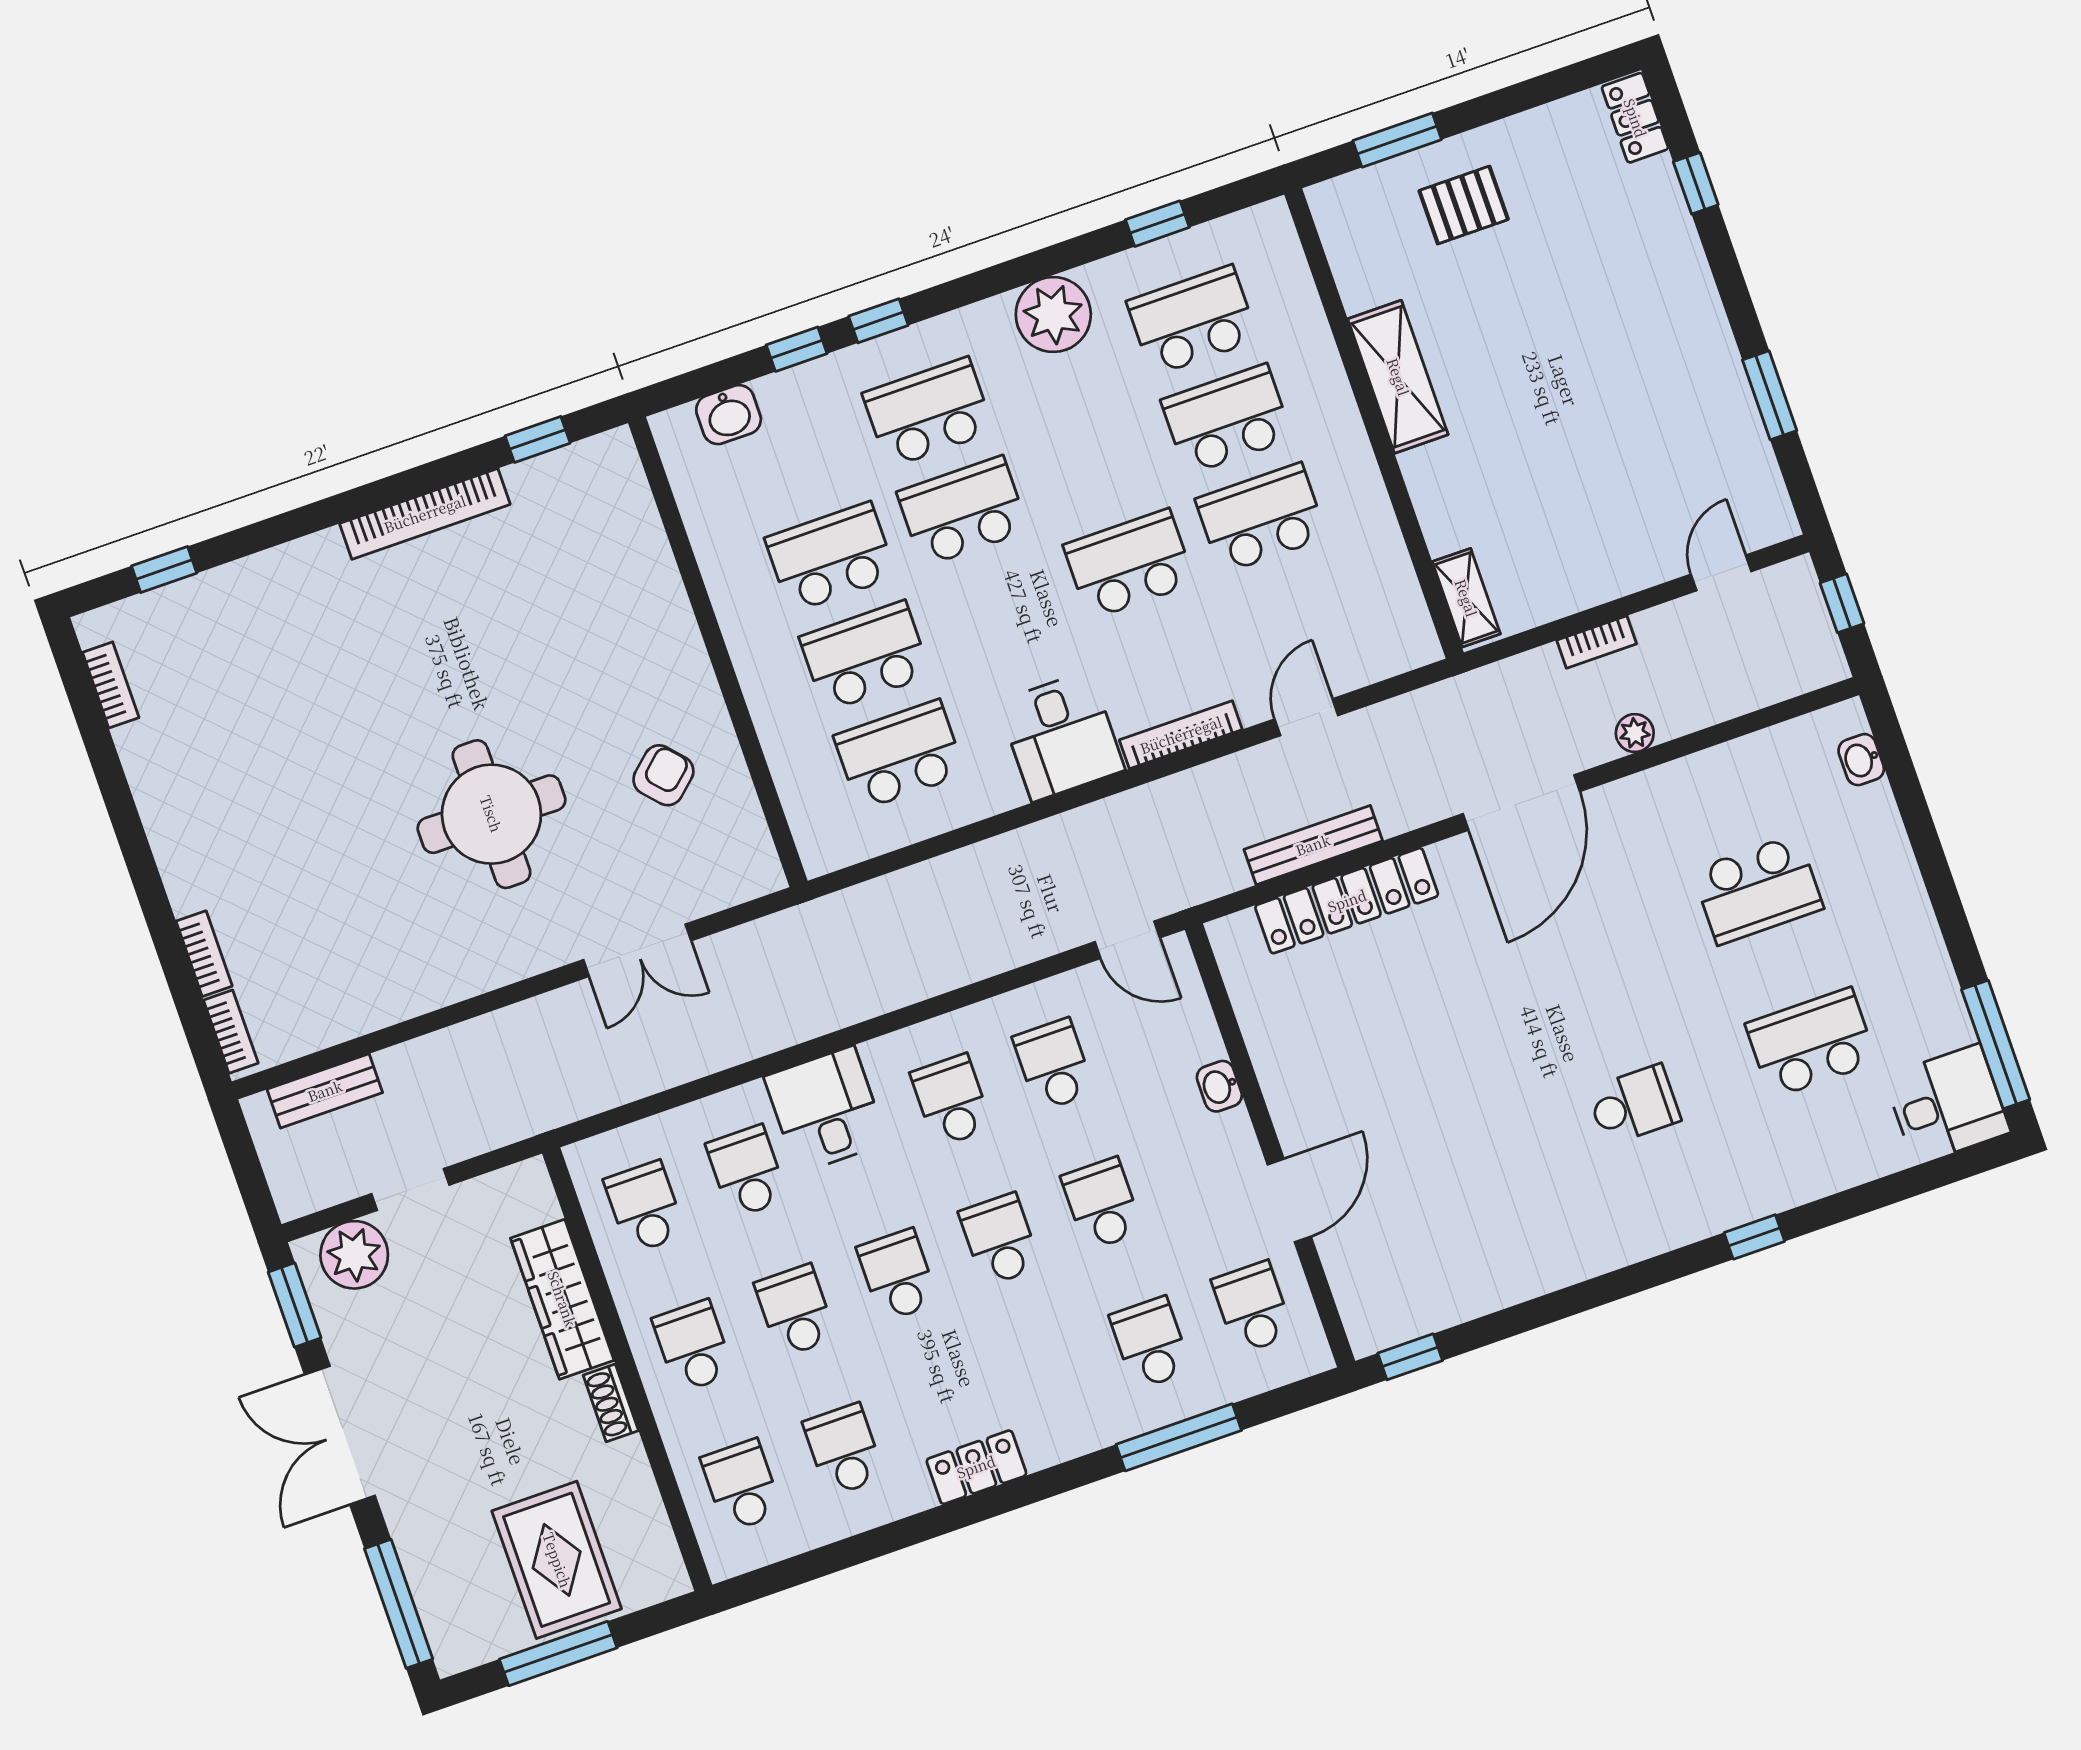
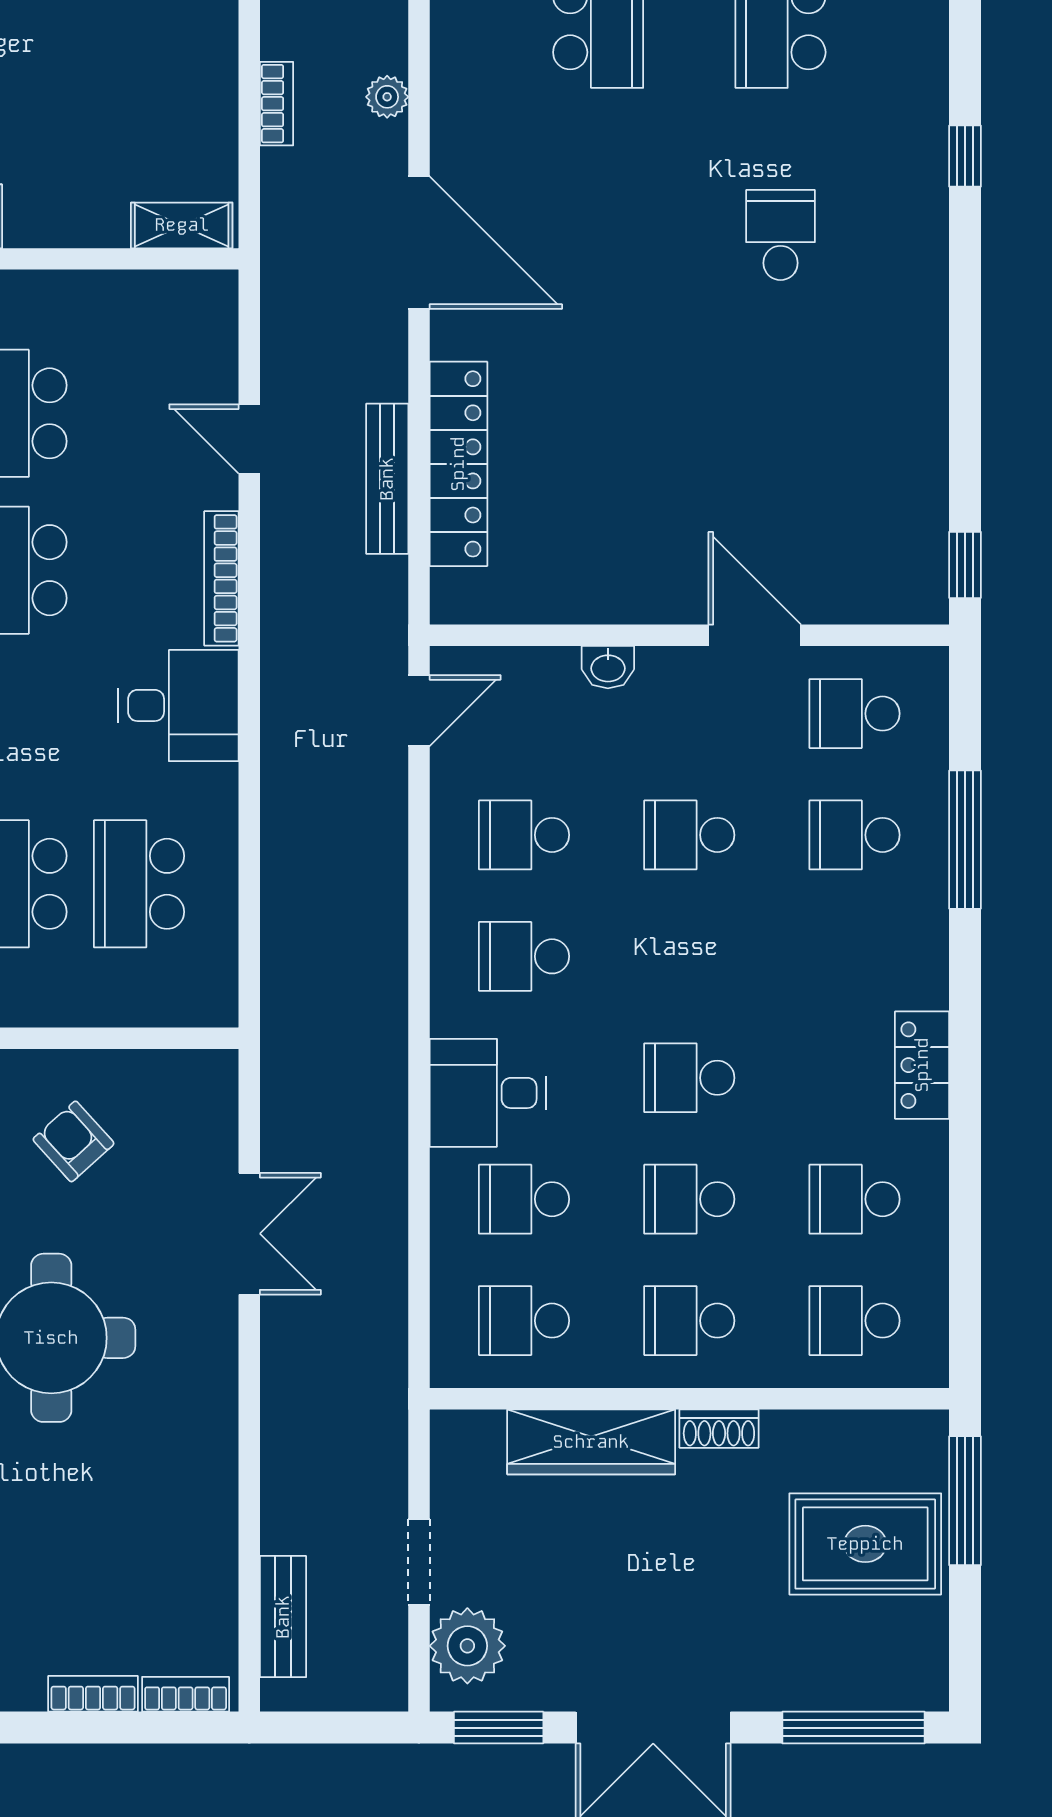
school desk: (1000, 1239) -> (689, 956), removed
window: (558, 1654) -> (965, 1501), moved

